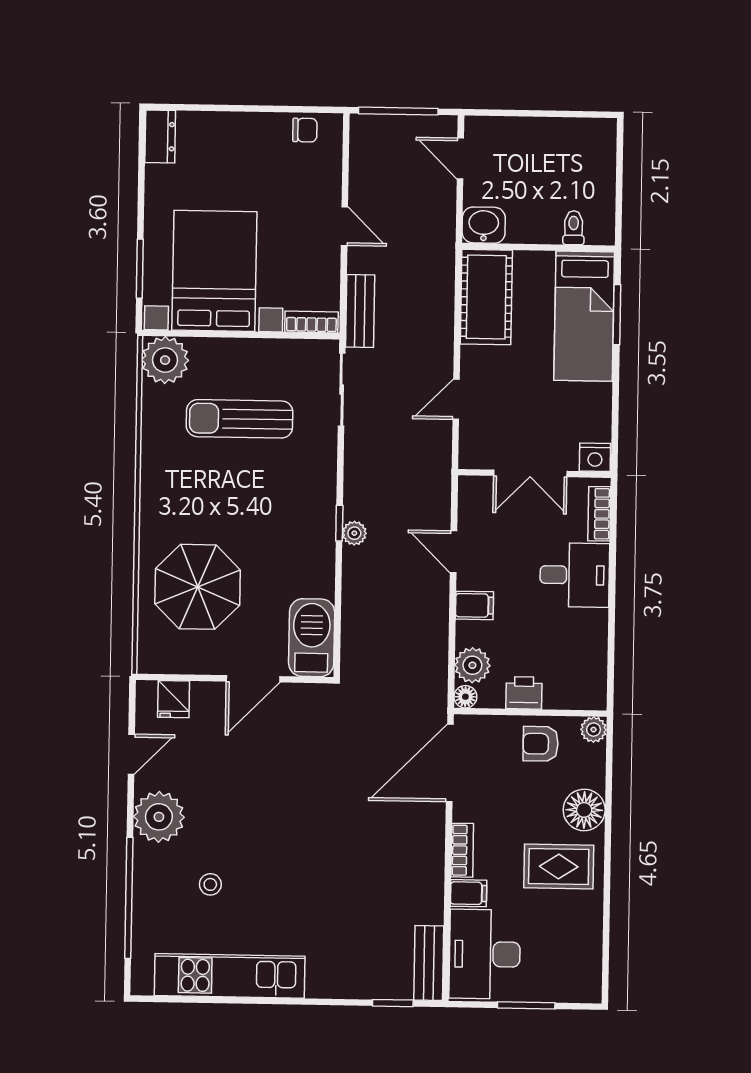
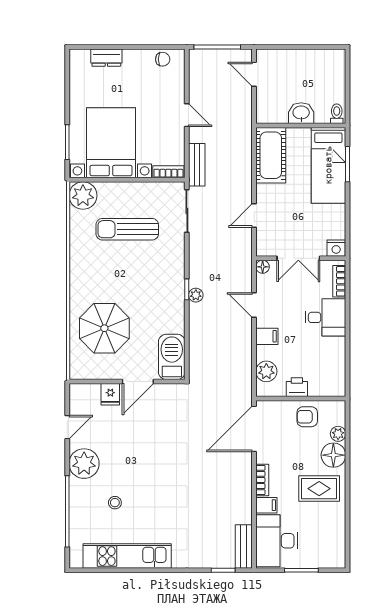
dresser: (160, 136) -> (106, 58), moved, turned 90
washbasin: (484, 225) -> (301, 113), moved
toilet: (574, 228) -> (337, 114), moved
floor lamp: (465, 697) -> (263, 267), moved
fridge: (174, 699) -> (110, 394), moved
plant: (594, 730) -> (338, 434), moved

